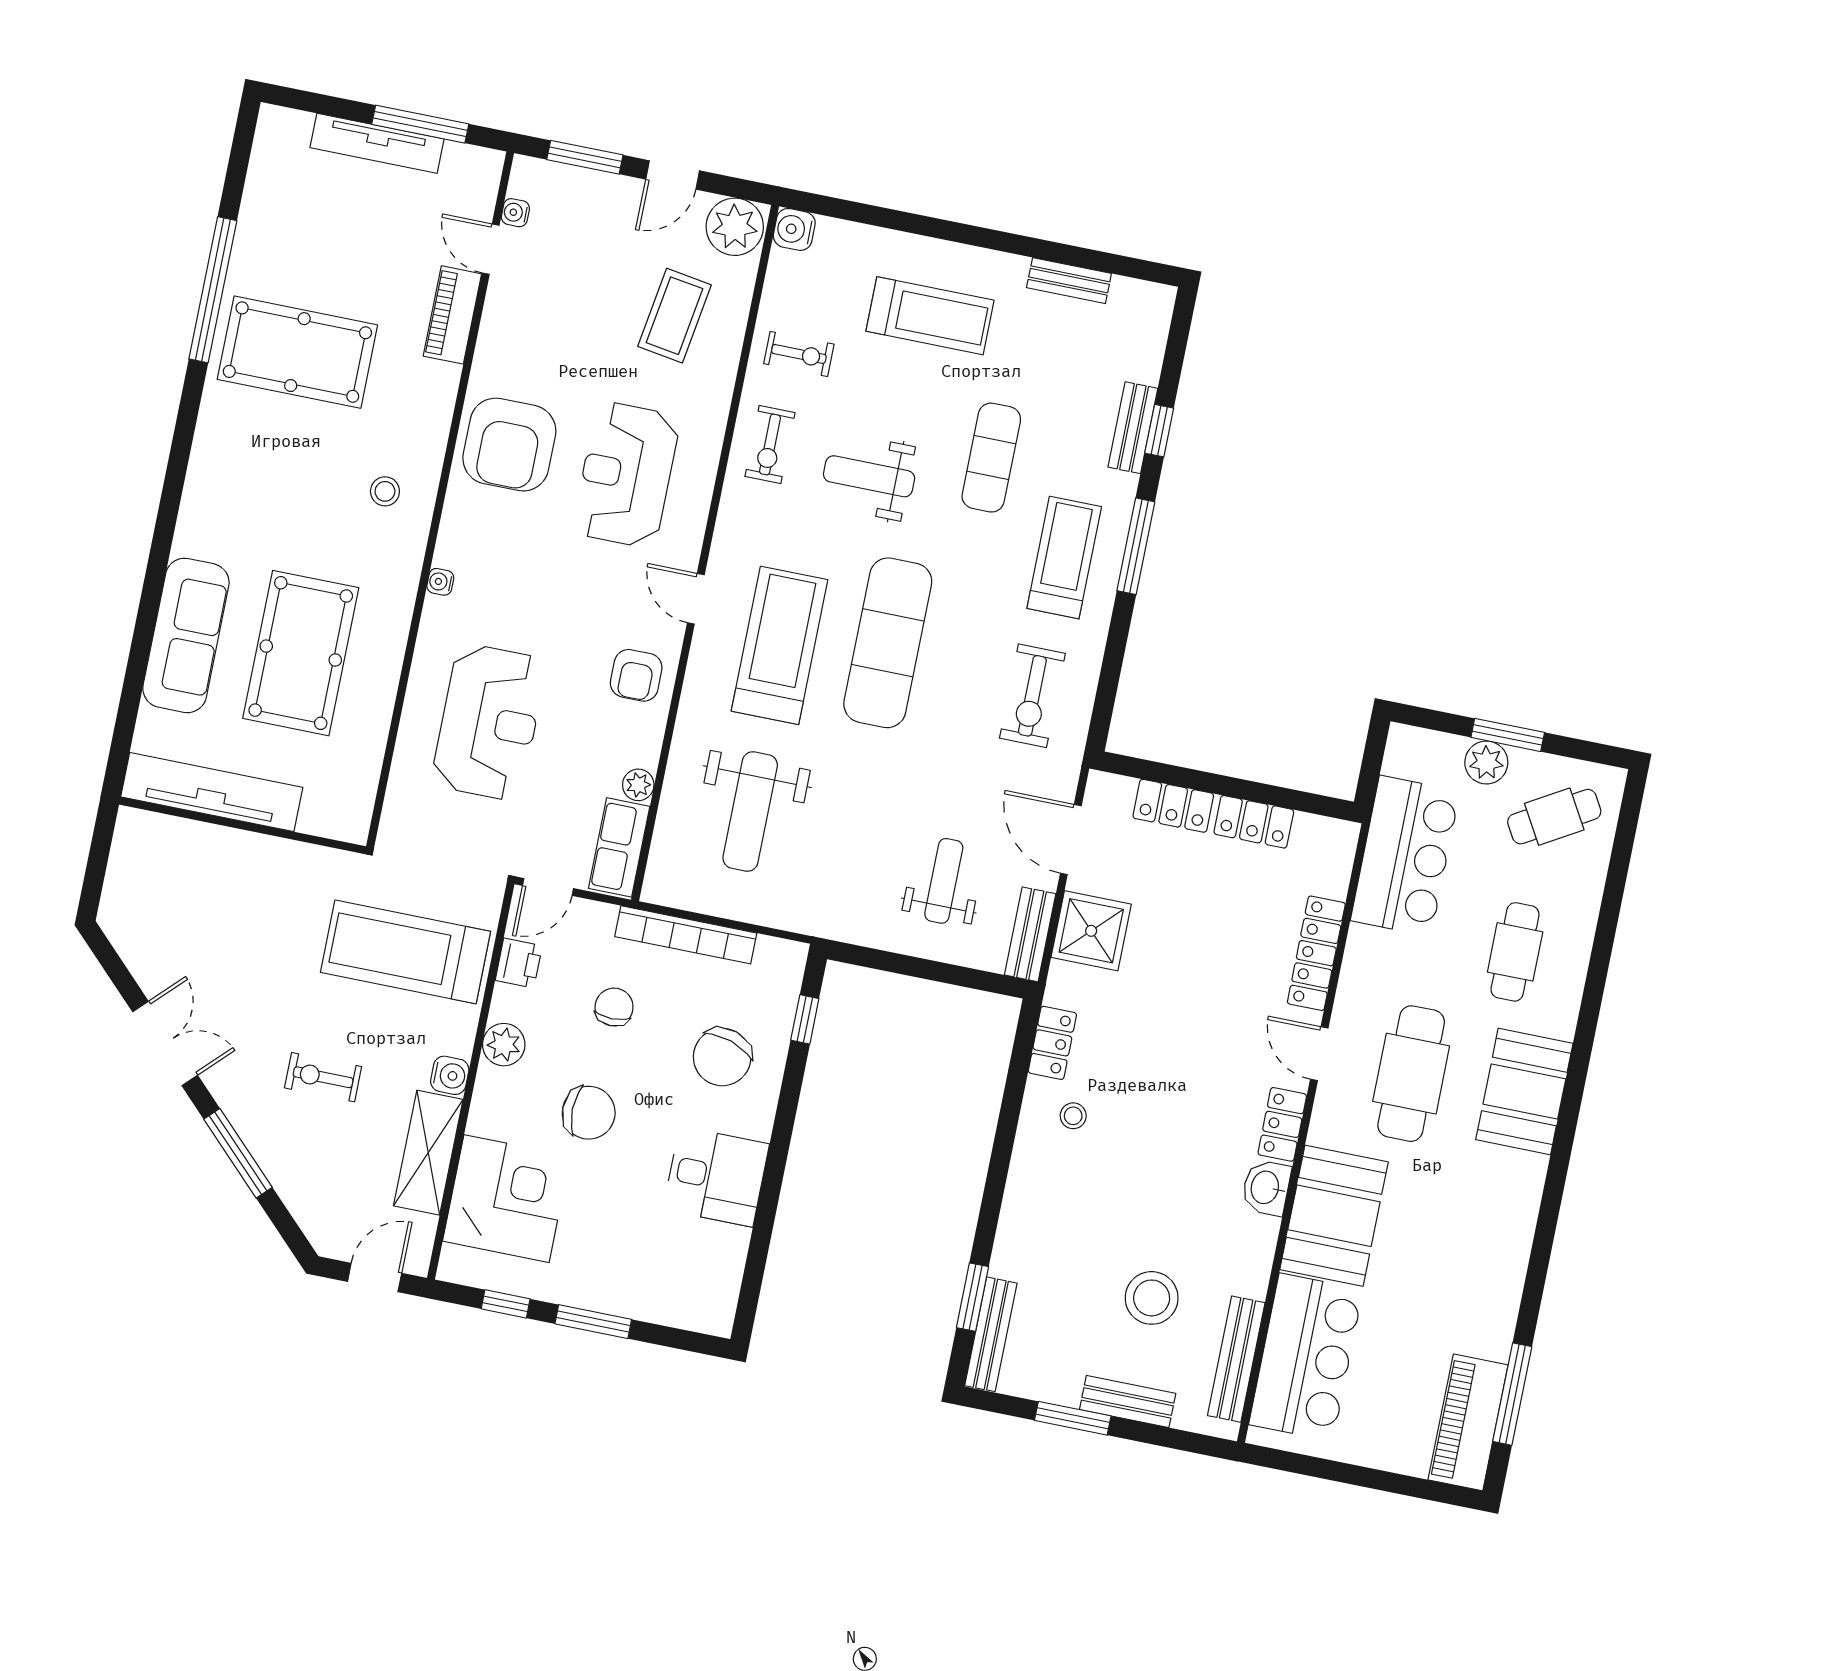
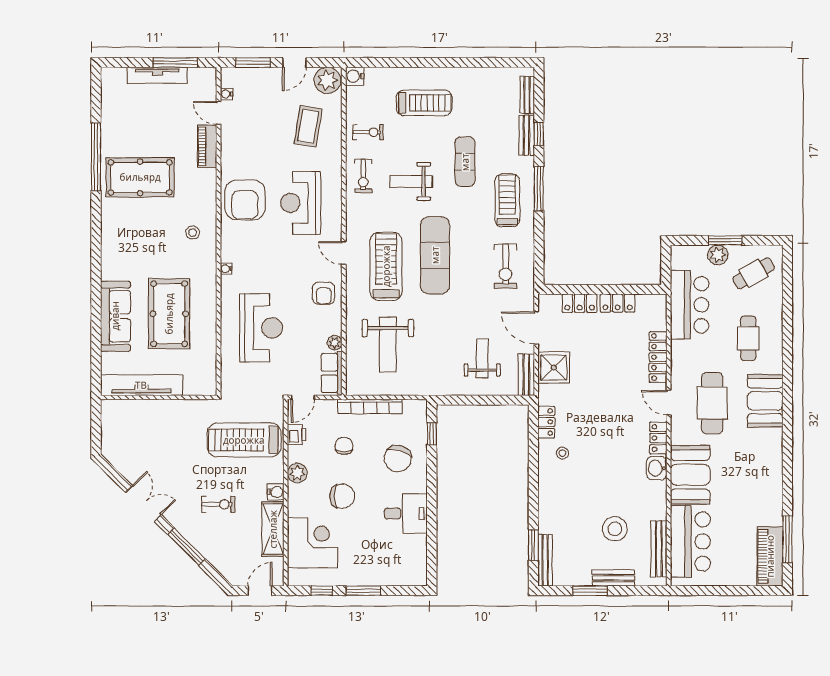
bench: (1069, 281) -> (527, 95), moved, turned 90
exercise bike: (323, 1077) -> (218, 504), turned 180

